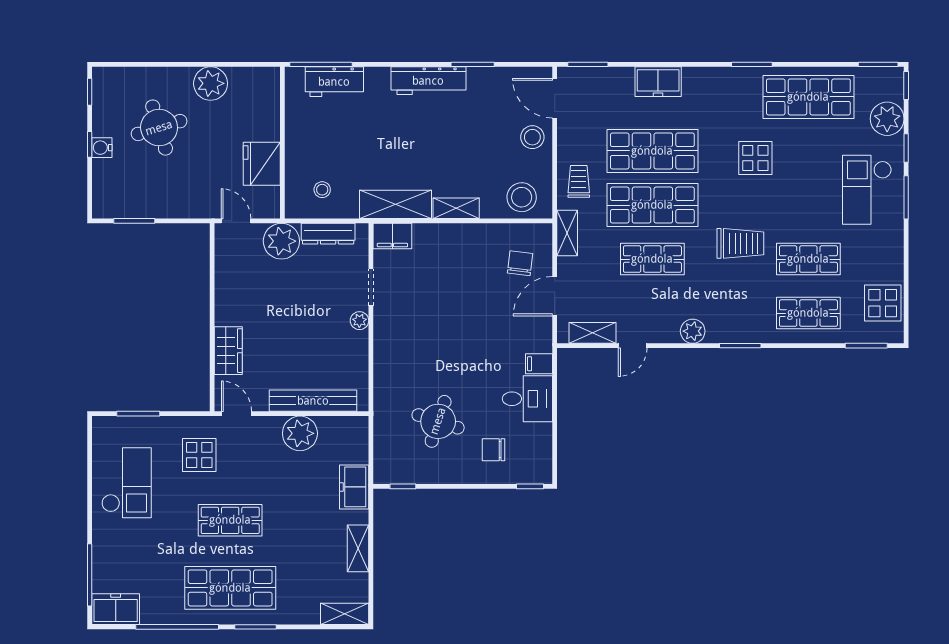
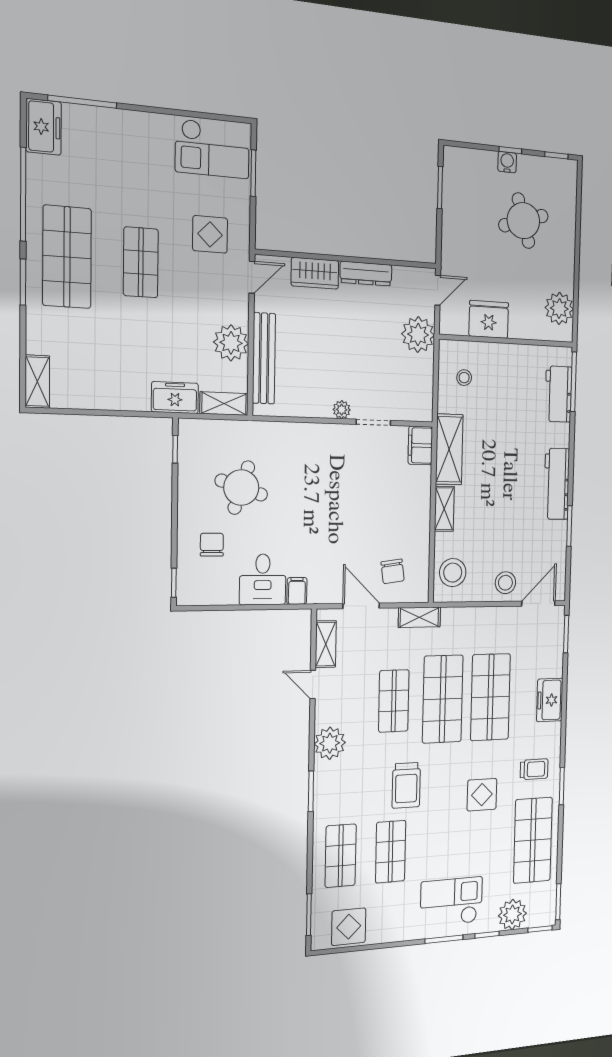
plant: (211, 83) -> (559, 308), moved
trolley: (579, 181) -> (534, 769), moved
dresser: (328, 234) -> (366, 274), moved, turned -90
chair: (520, 263) -> (393, 571), turned 75
plant: (693, 331) -> (330, 743), width x1.36, depth x1.36
checkout: (127, 483) -> (212, 149), moved
shelving: (358, 548) -> (224, 404), moved

